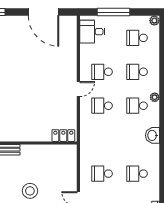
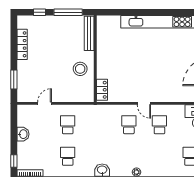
school desk: (137, 72) -> (159, 156), removed
school desk: (137, 106) -> (129, 156), removed
stool: (30, 191) -> (80, 69), moved

